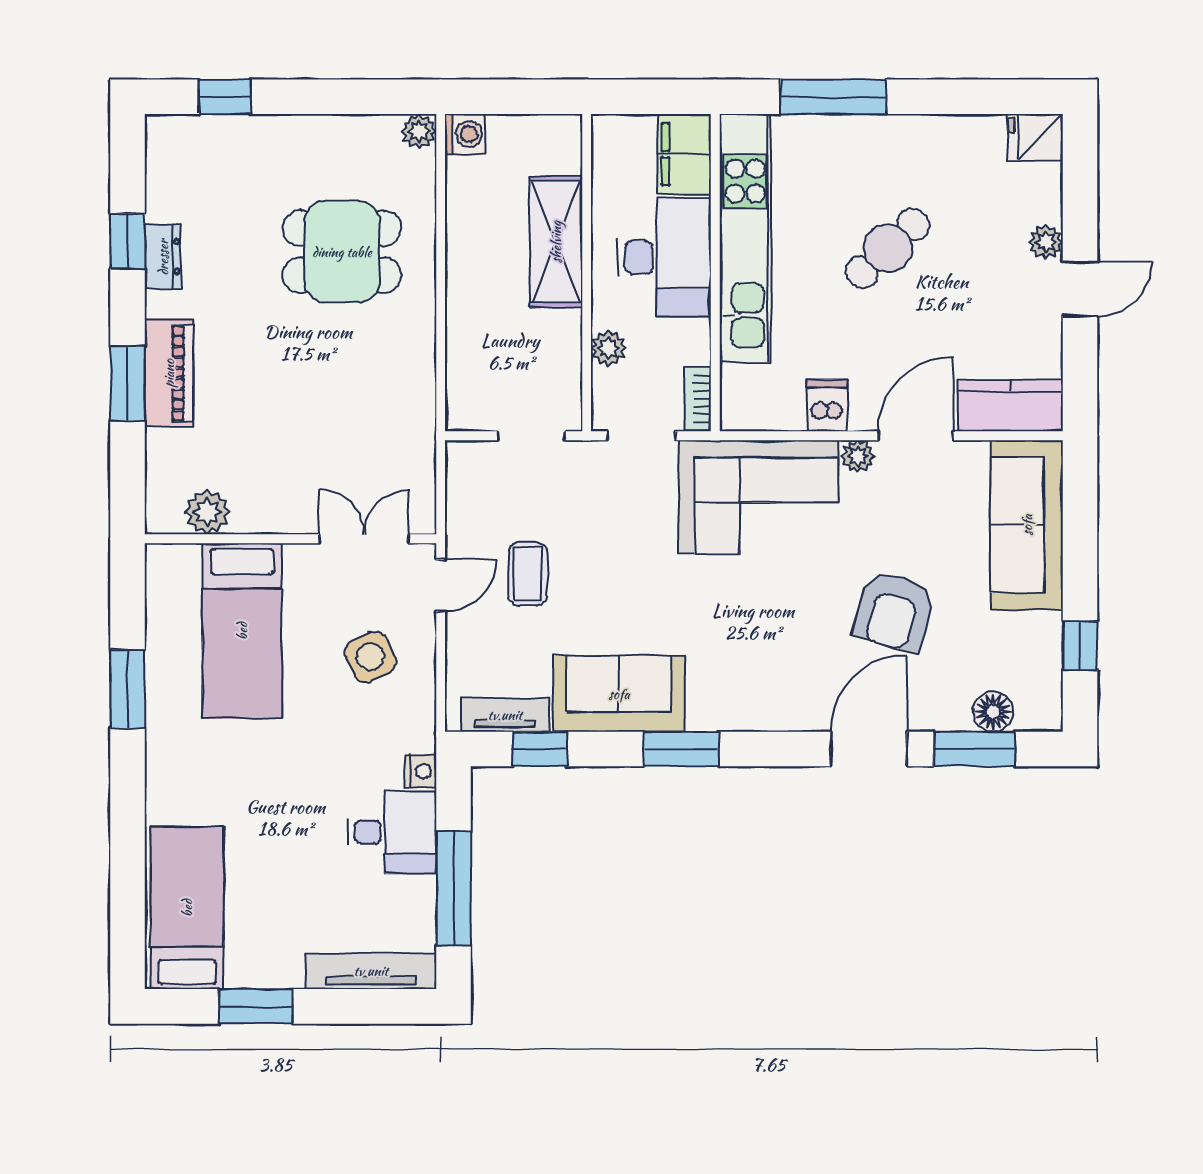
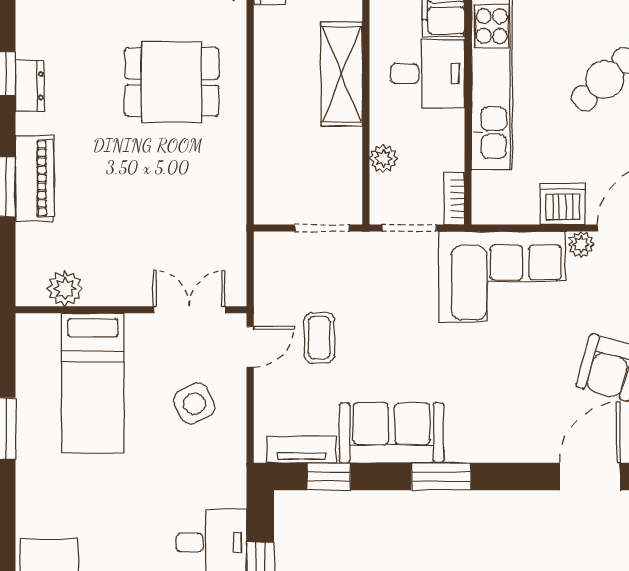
desk: (664, 257) -> (428, 74), width x0.73
dishwasher: (827, 405) -> (563, 204), width x1.38
nightstand: (421, 771) -> (235, 494), removed

